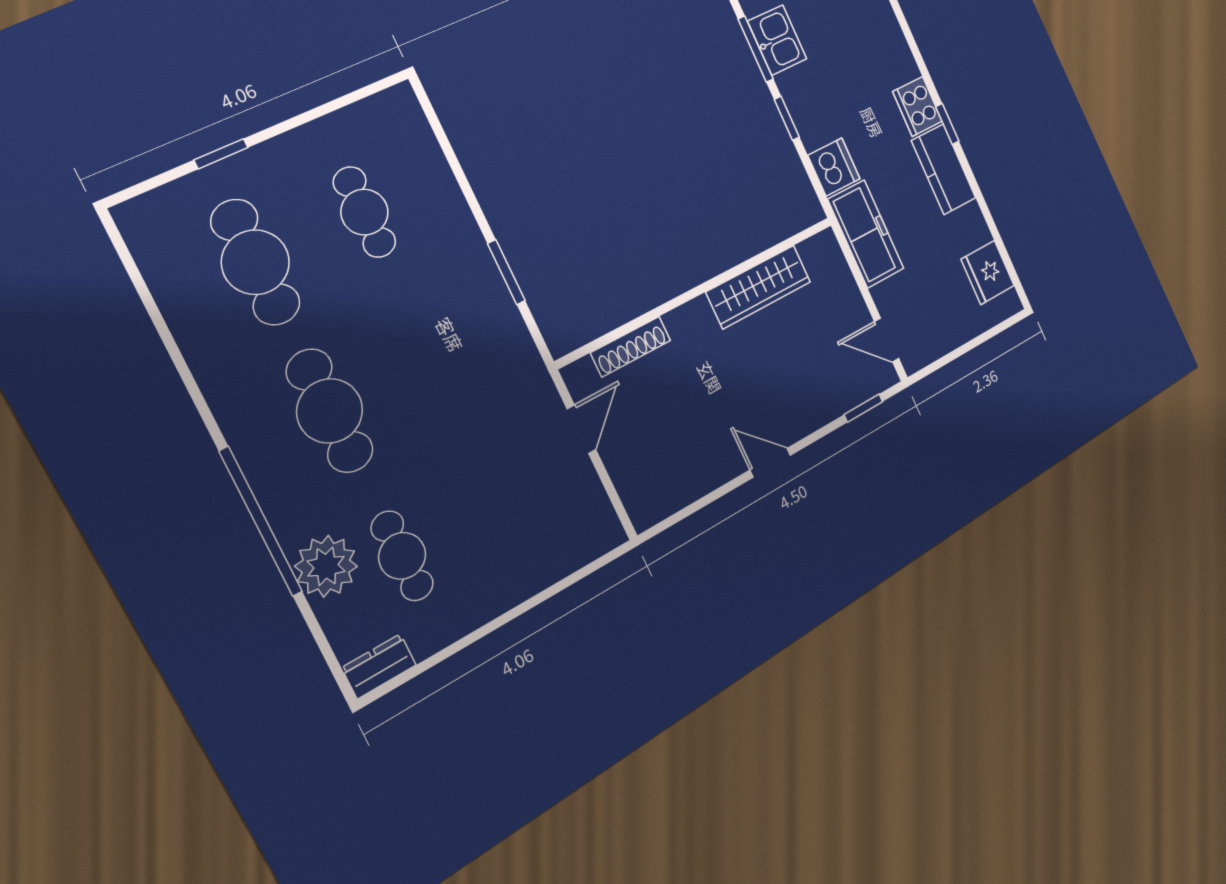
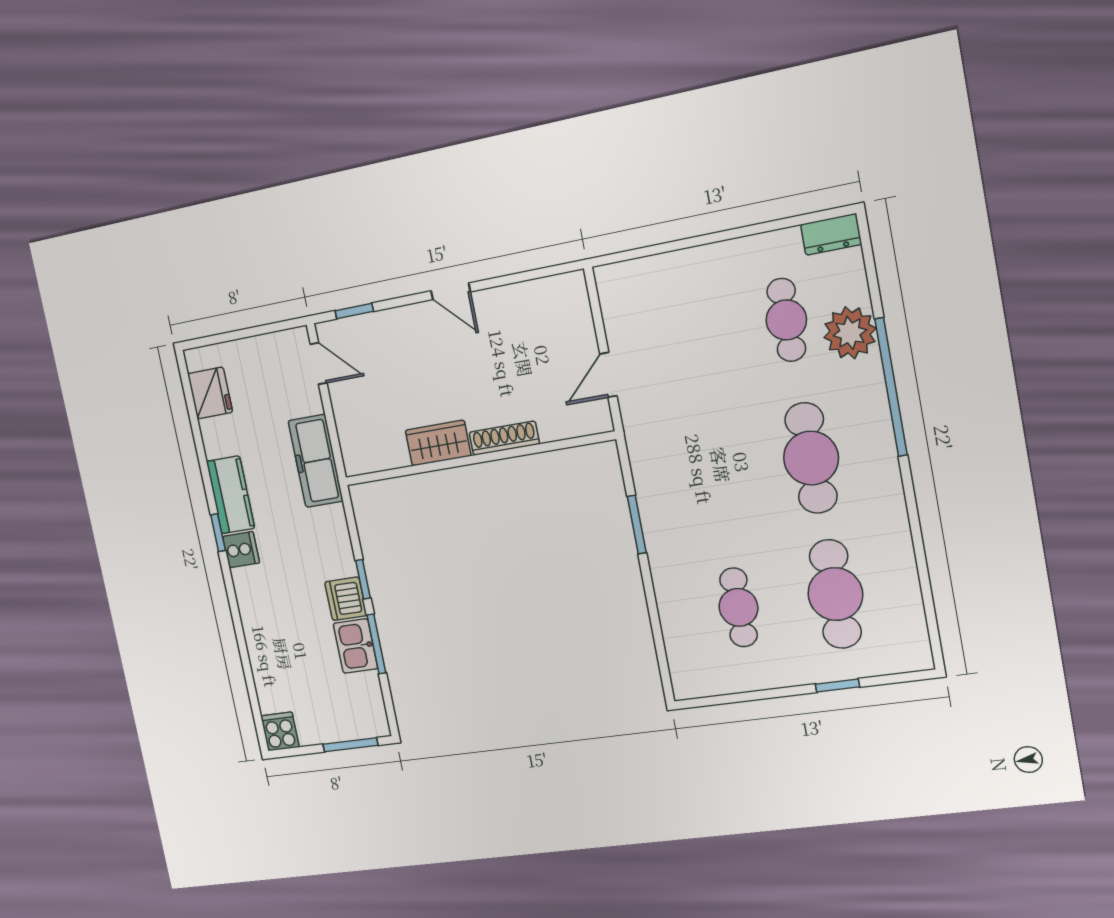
cooker: (918, 106) -> (241, 550), width x0.73
dishwasher: (834, 167) -> (346, 599), moved
wardrobe: (758, 287) -> (438, 443), width x0.67
shoe rack: (631, 347) -> (504, 438), moved

